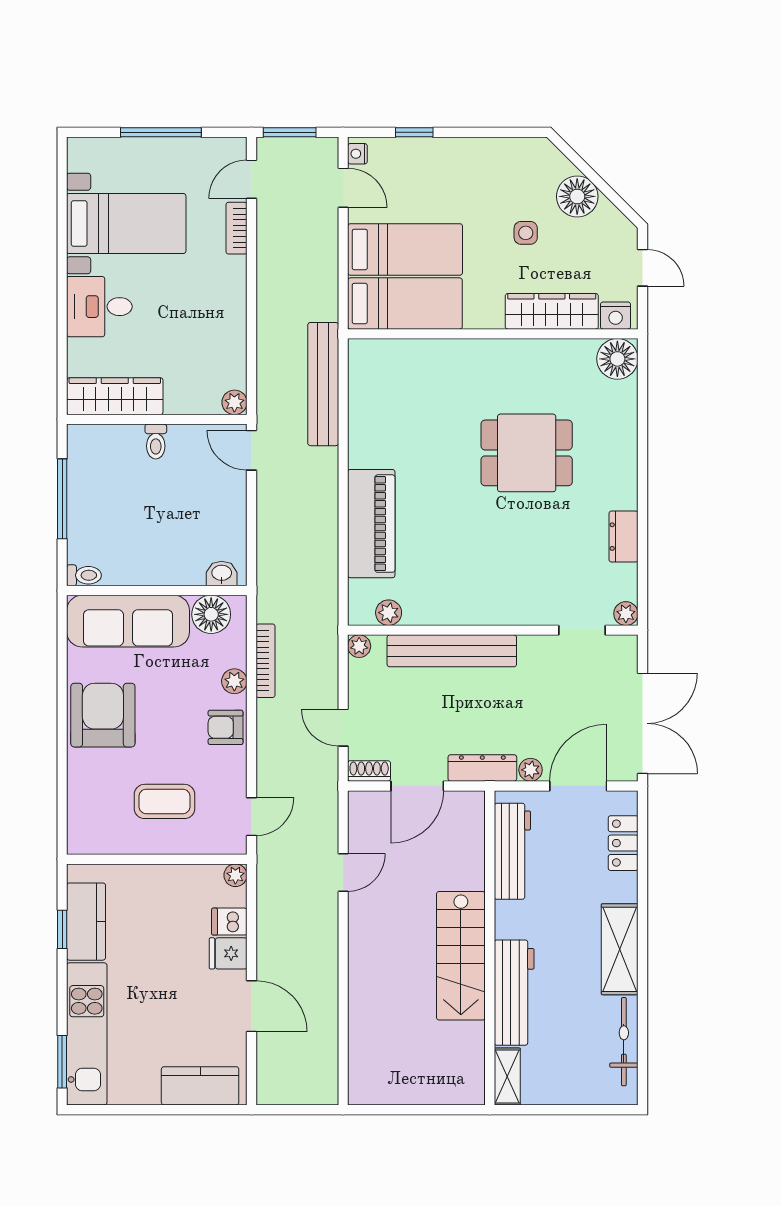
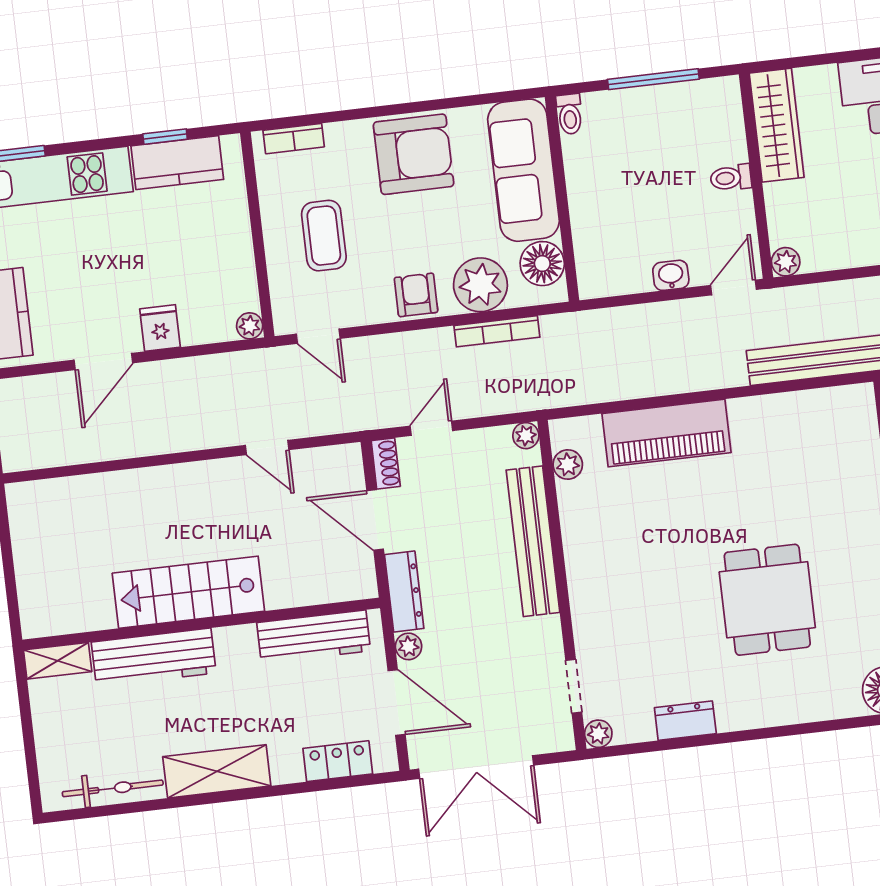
washbasin: (222, 574) -> (671, 275), moved, turned -90
plant: (234, 681) -> (480, 285), width x1.88, depth x1.88
bookcase: (77, 818) -> (294, 139), added
dishwasher: (229, 922) -> (196, 325), removed

